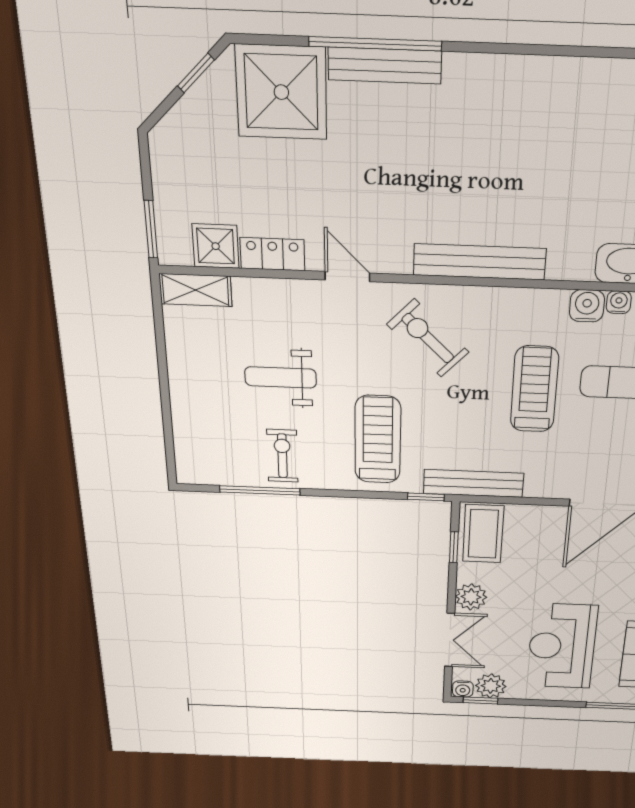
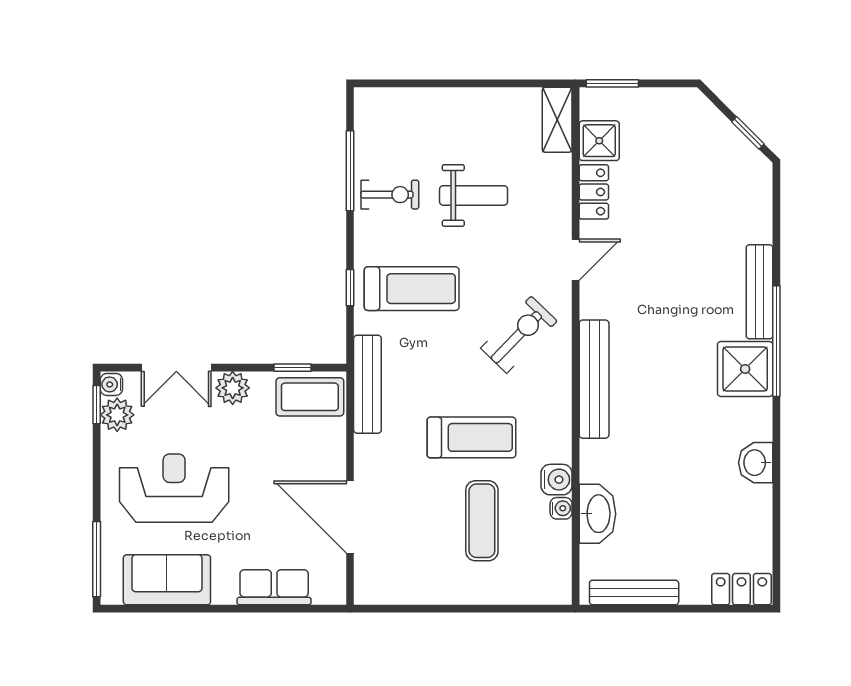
window: (375, 44) -> (776, 341), moved
washbasin: (589, 78) -> (756, 463), added
shower: (281, 92) -> (745, 369), moved, width x0.73, depth x0.73
weight bench: (281, 377) -> (474, 195), turned 90
window: (426, 497) -> (350, 288), moved

